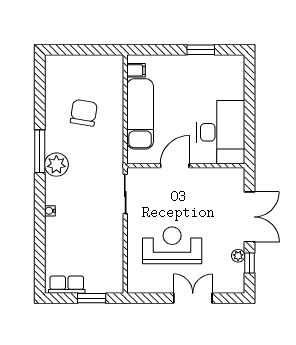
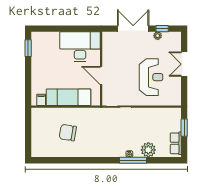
window: (201, 50) -> (28, 48), moved
window: (40, 151) -> (133, 160), moved
plant: (56, 165) -> (148, 150), moved
reception desk: (172, 245) -> (151, 77), turned 180

